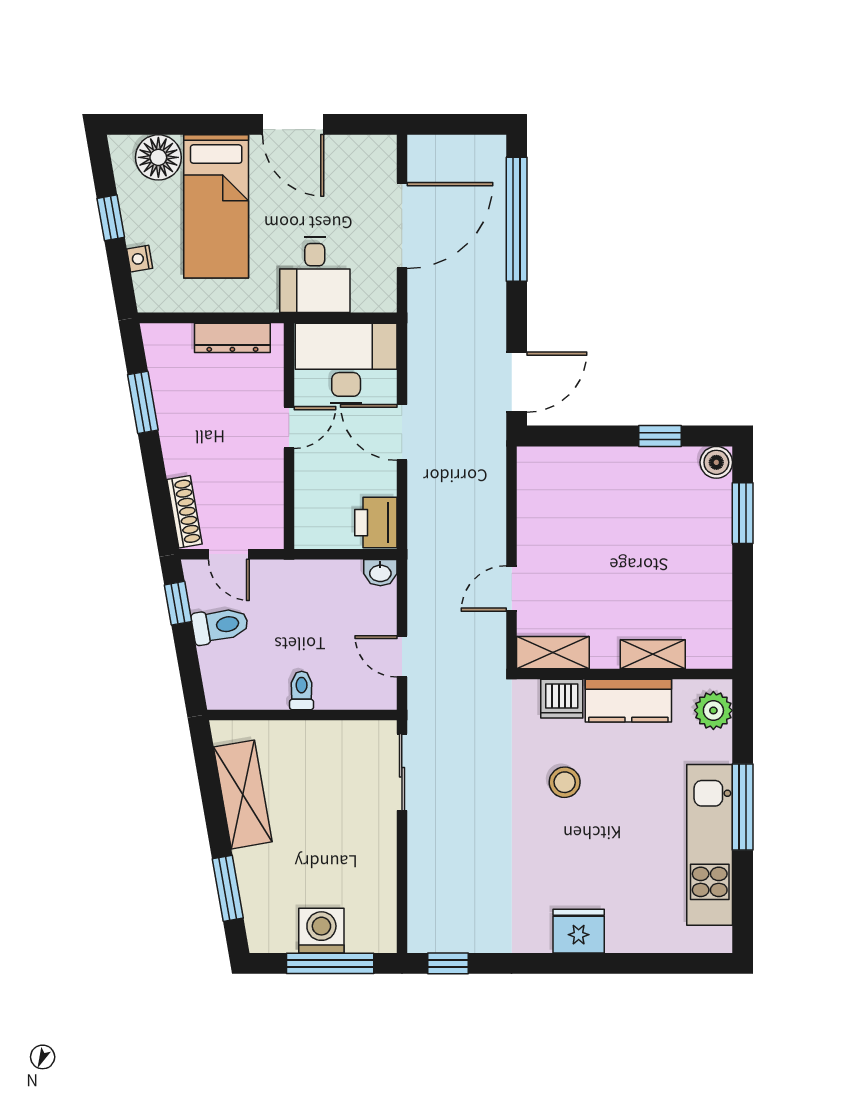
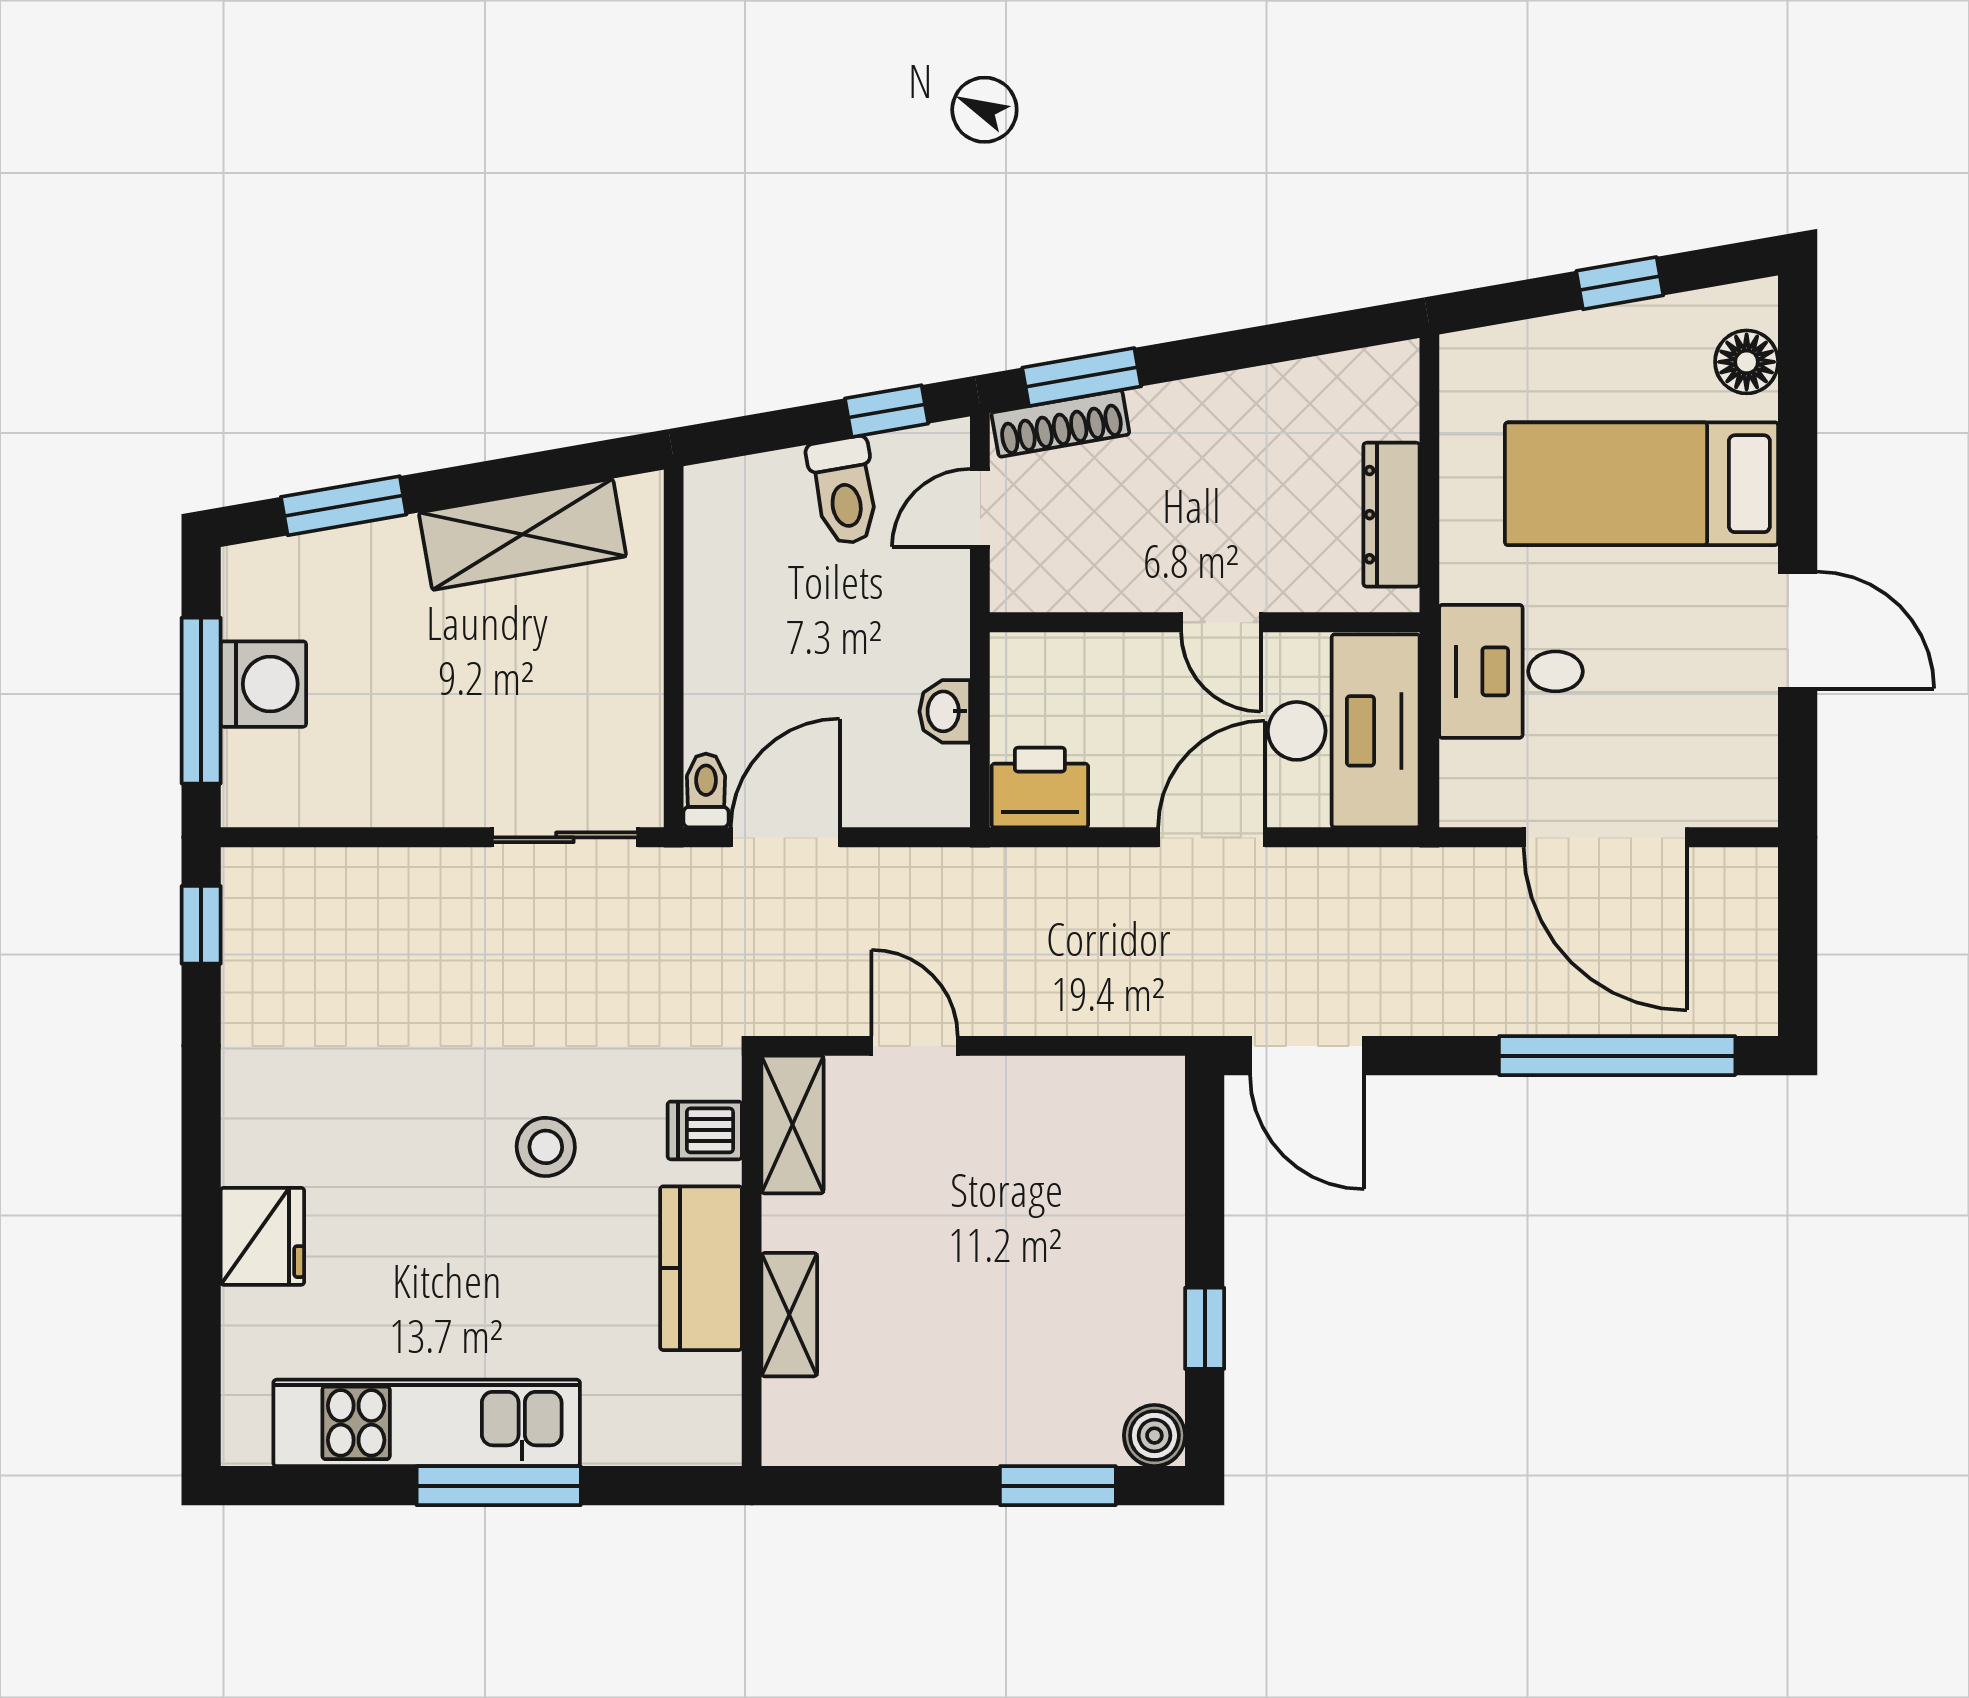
door: (293, 124) -> (1798, 630), swing flipped
floor lamp: (158, 157) -> (1747, 362), width x0.73, depth x0.73
nightstand: (140, 259) -> (1542, 338), removed
window: (143, 402) -> (1082, 377), moved
washbasin: (380, 573) -> (945, 711), moved
door: (402, 656) -> (785, 837), width x1.38
toilet: (302, 691) -> (706, 791), moved, turned -90
dishwasher: (562, 699) -> (705, 1130), width x0.73
plant: (713, 710) -> (682, 1430), removed
fridge: (579, 931) -> (262, 1236), moved

